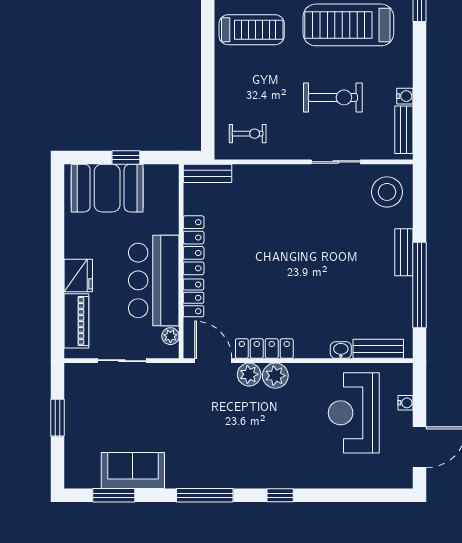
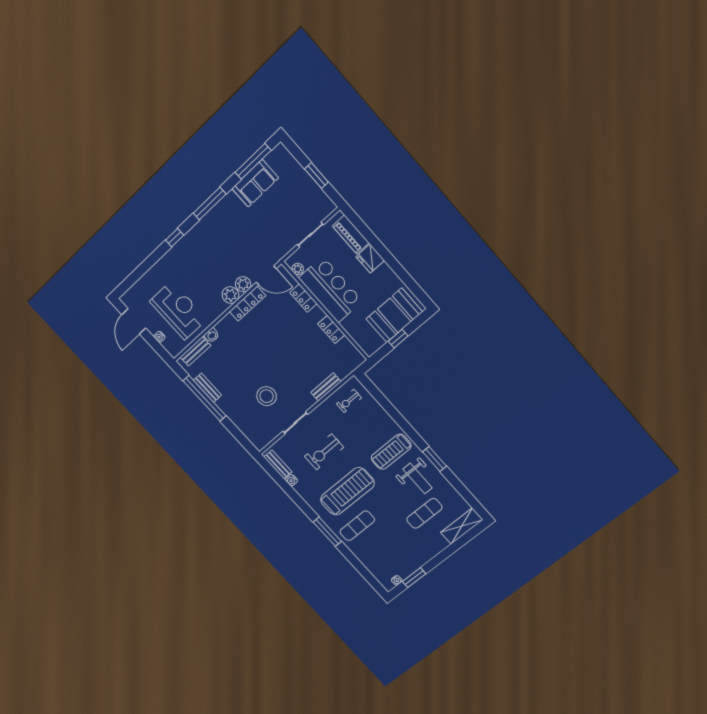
bench: (208, 173) -> (326, 387), moved
stool: (387, 192) -> (267, 396), moved
locker: (194, 245) -> (331, 329), width x0.66
bench: (404, 252) -> (207, 388), moved
window: (114, 495) -> (253, 161), width x1.44

